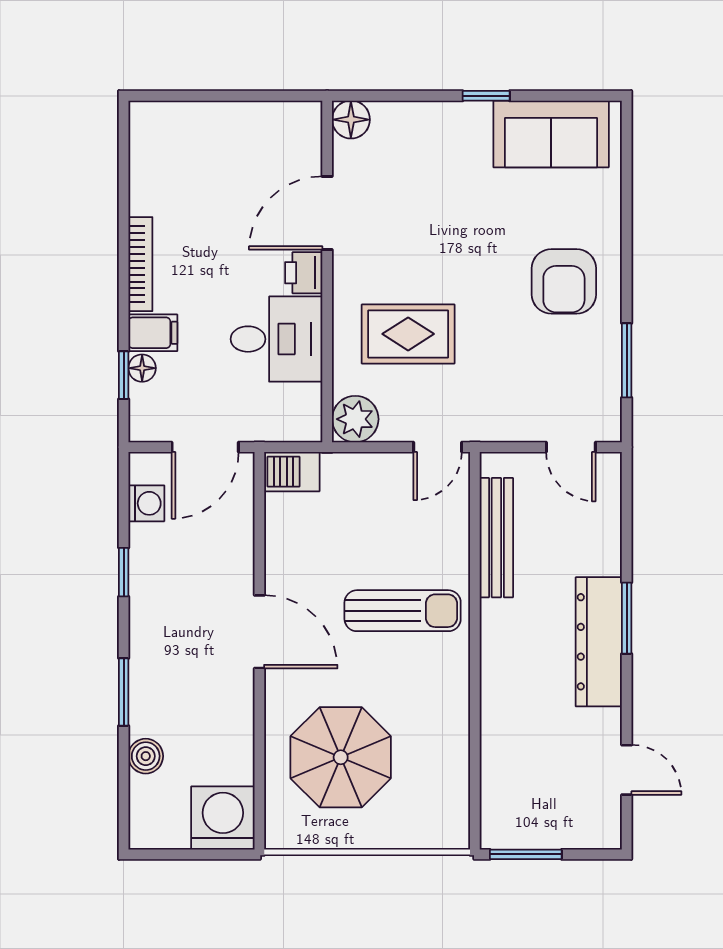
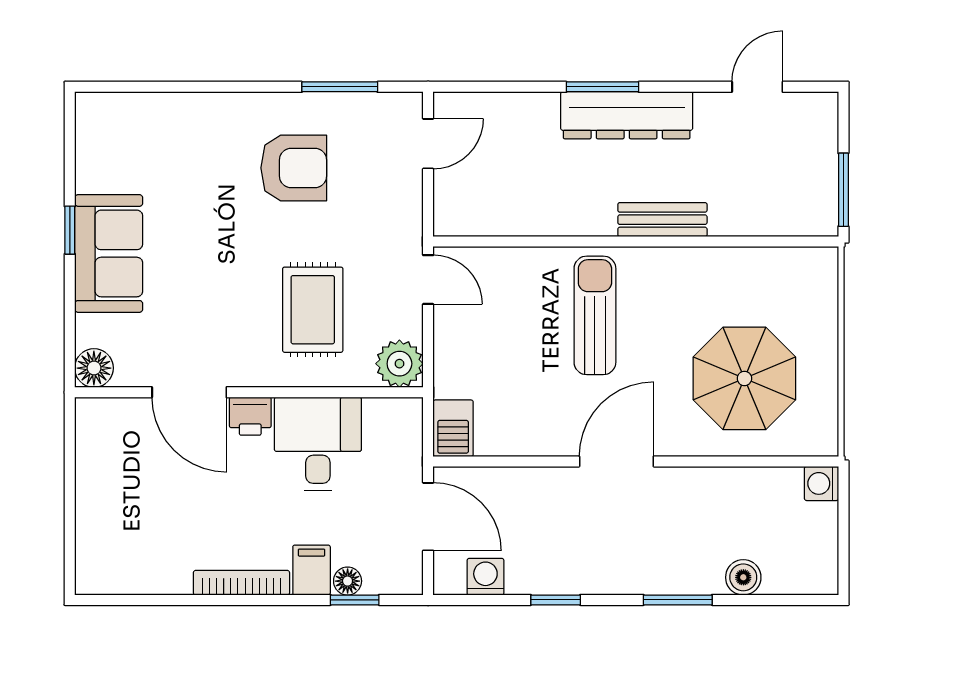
sofa: (551, 134) -> (109, 253), moved
armchair: (564, 281) -> (294, 168), moved
bench: (496, 538) -> (662, 220), moved, width x0.73
washing machine: (223, 818) -> (821, 483), width x0.53, depth x0.53

